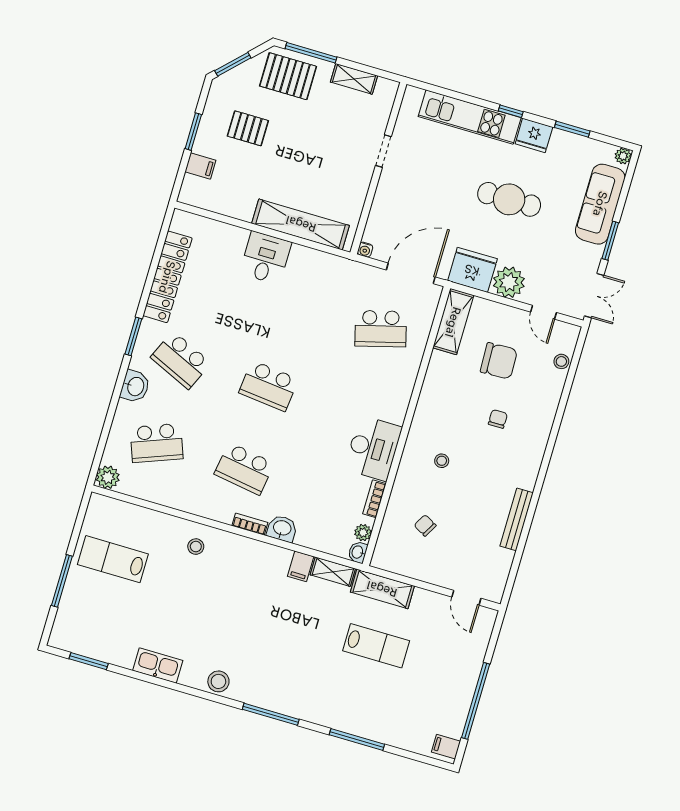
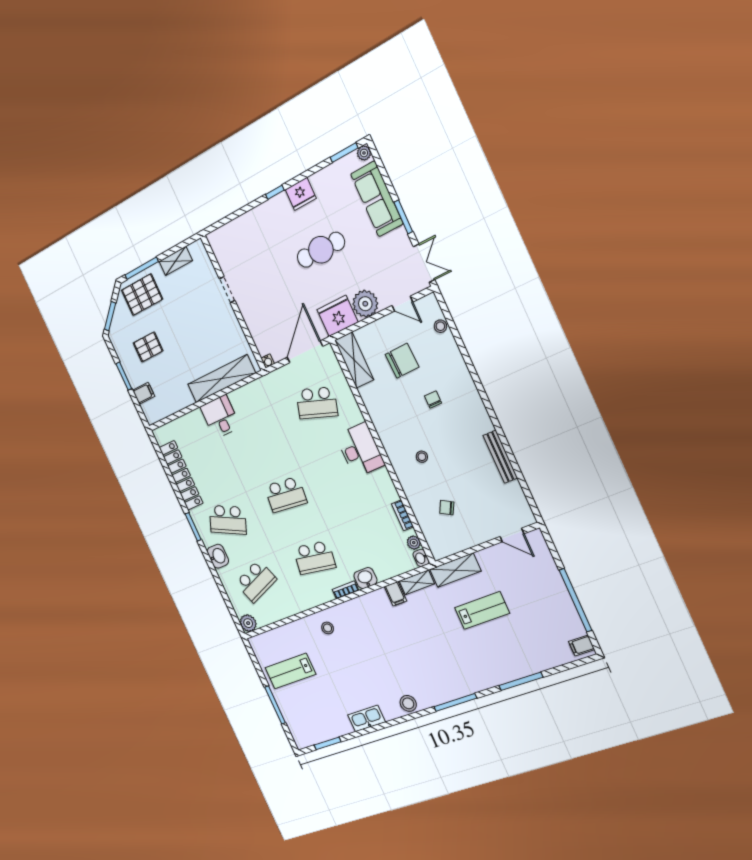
kitchen unit: (470, 117) -> (255, 220), removed
window: (572, 129) -> (344, 153), moved
school desk: (381, 329) -> (317, 403), turned 33
desk: (373, 448) -> (360, 450), moved

